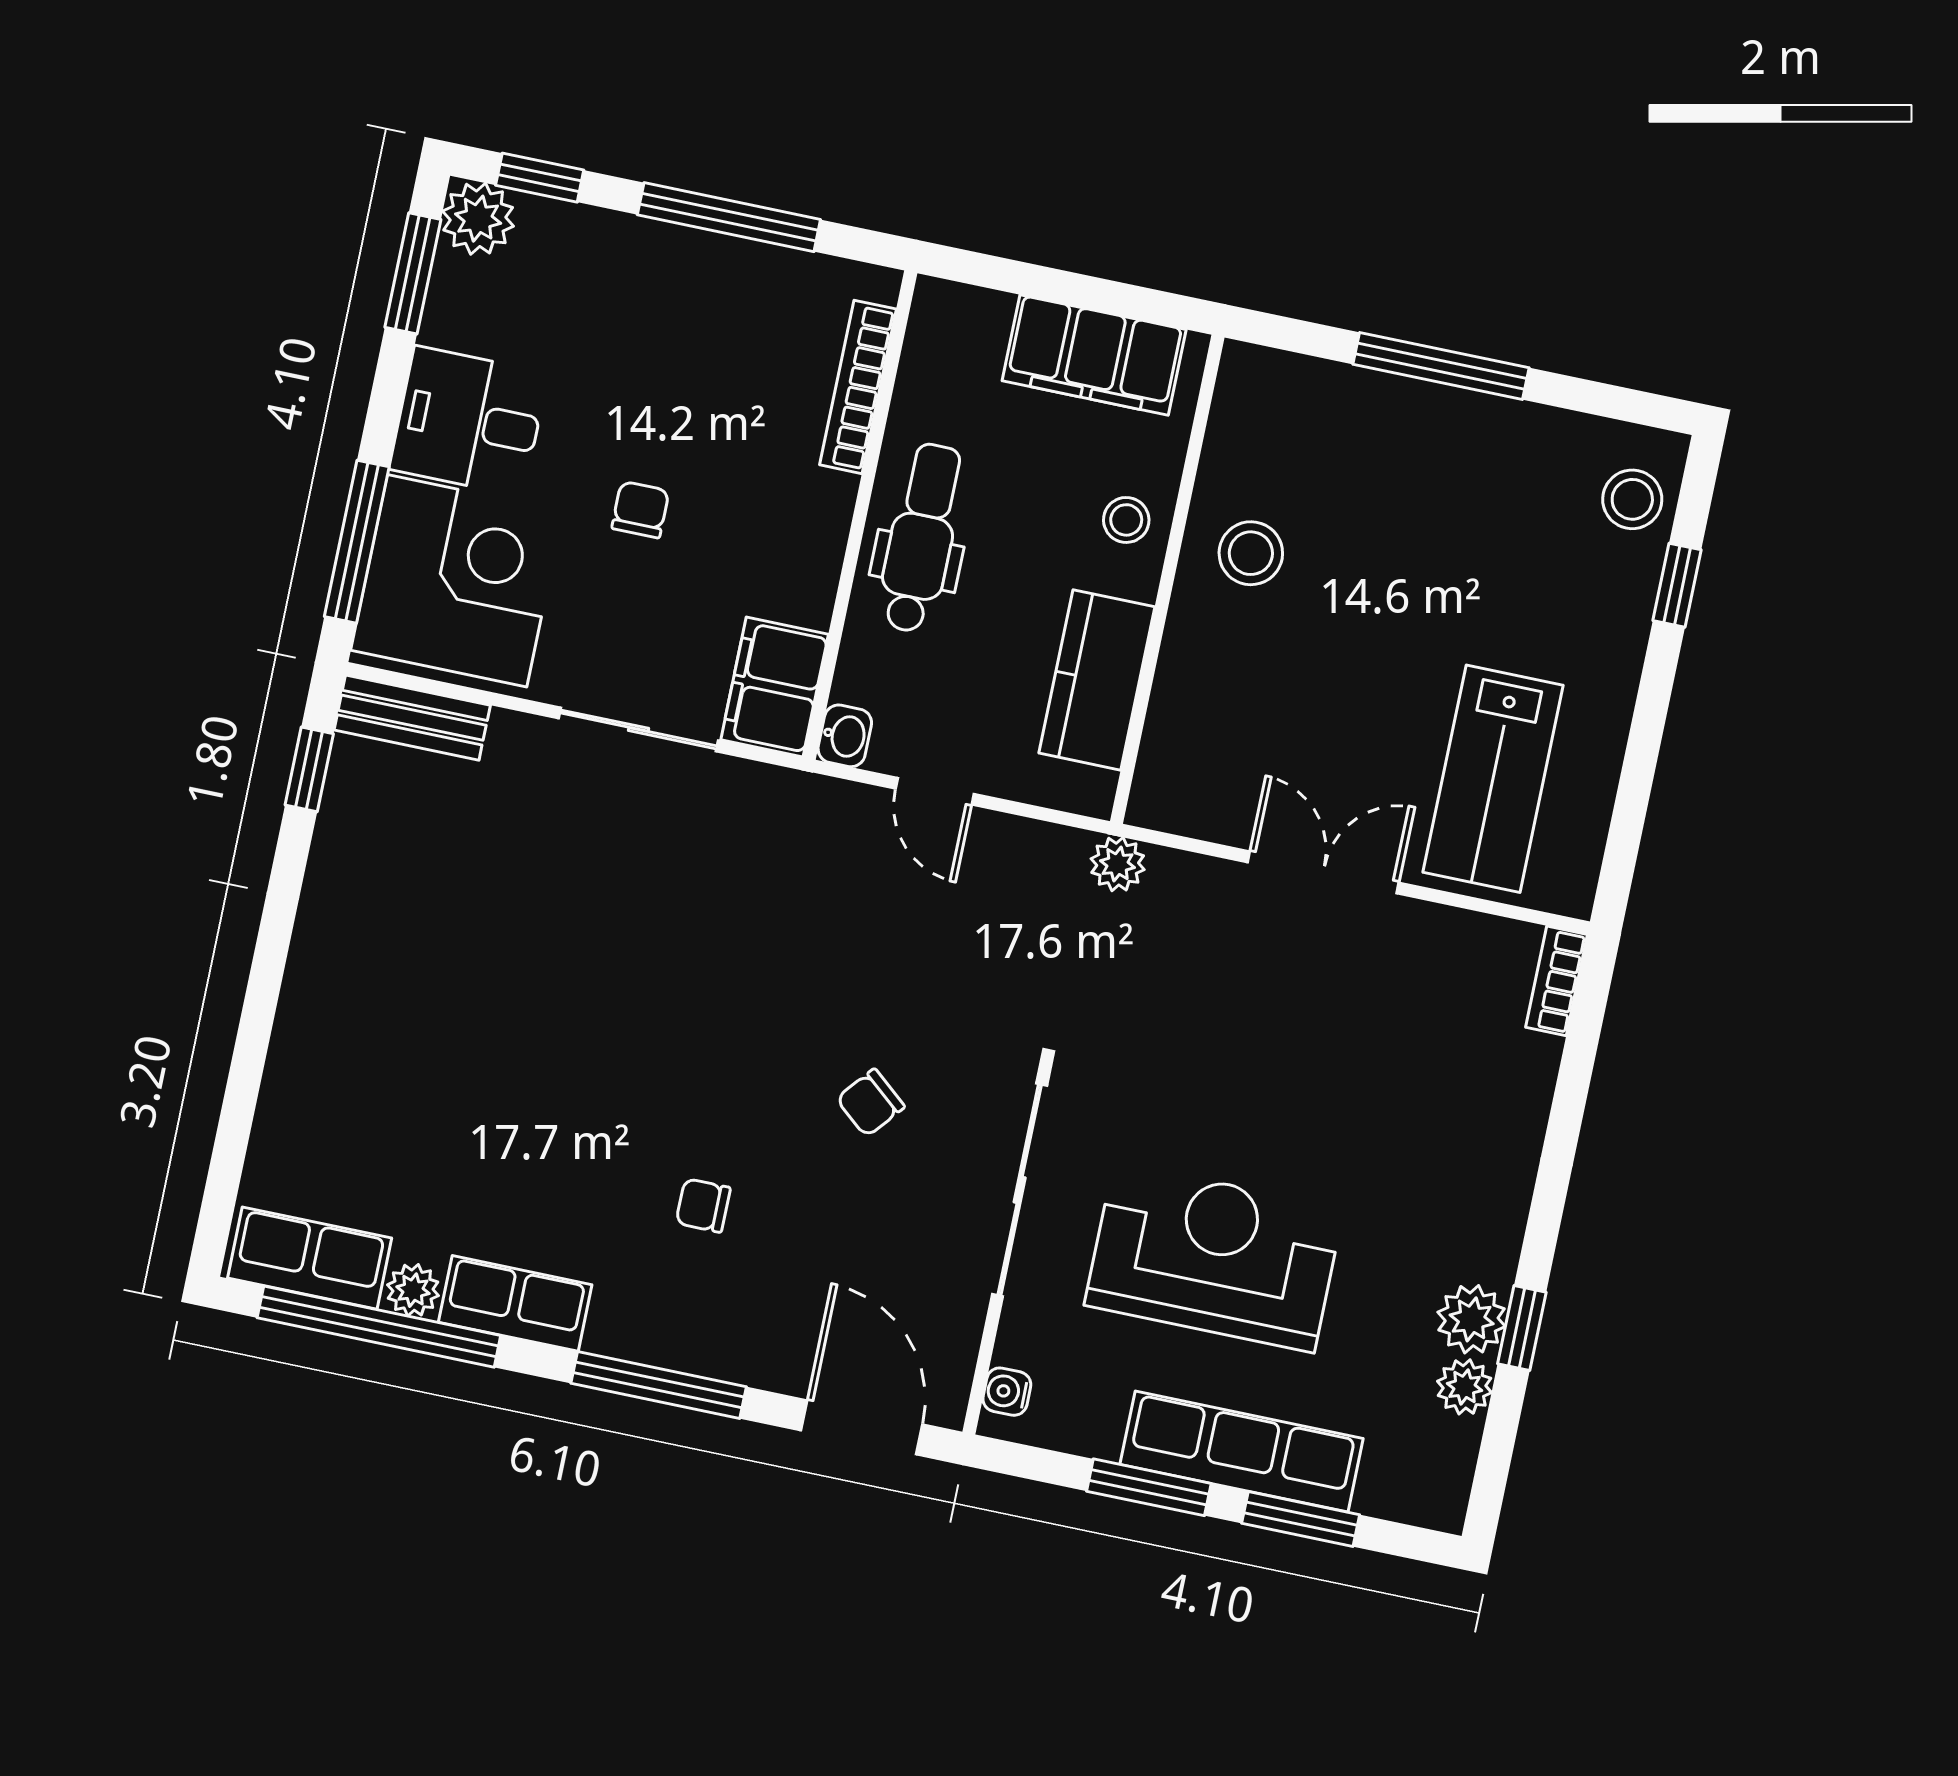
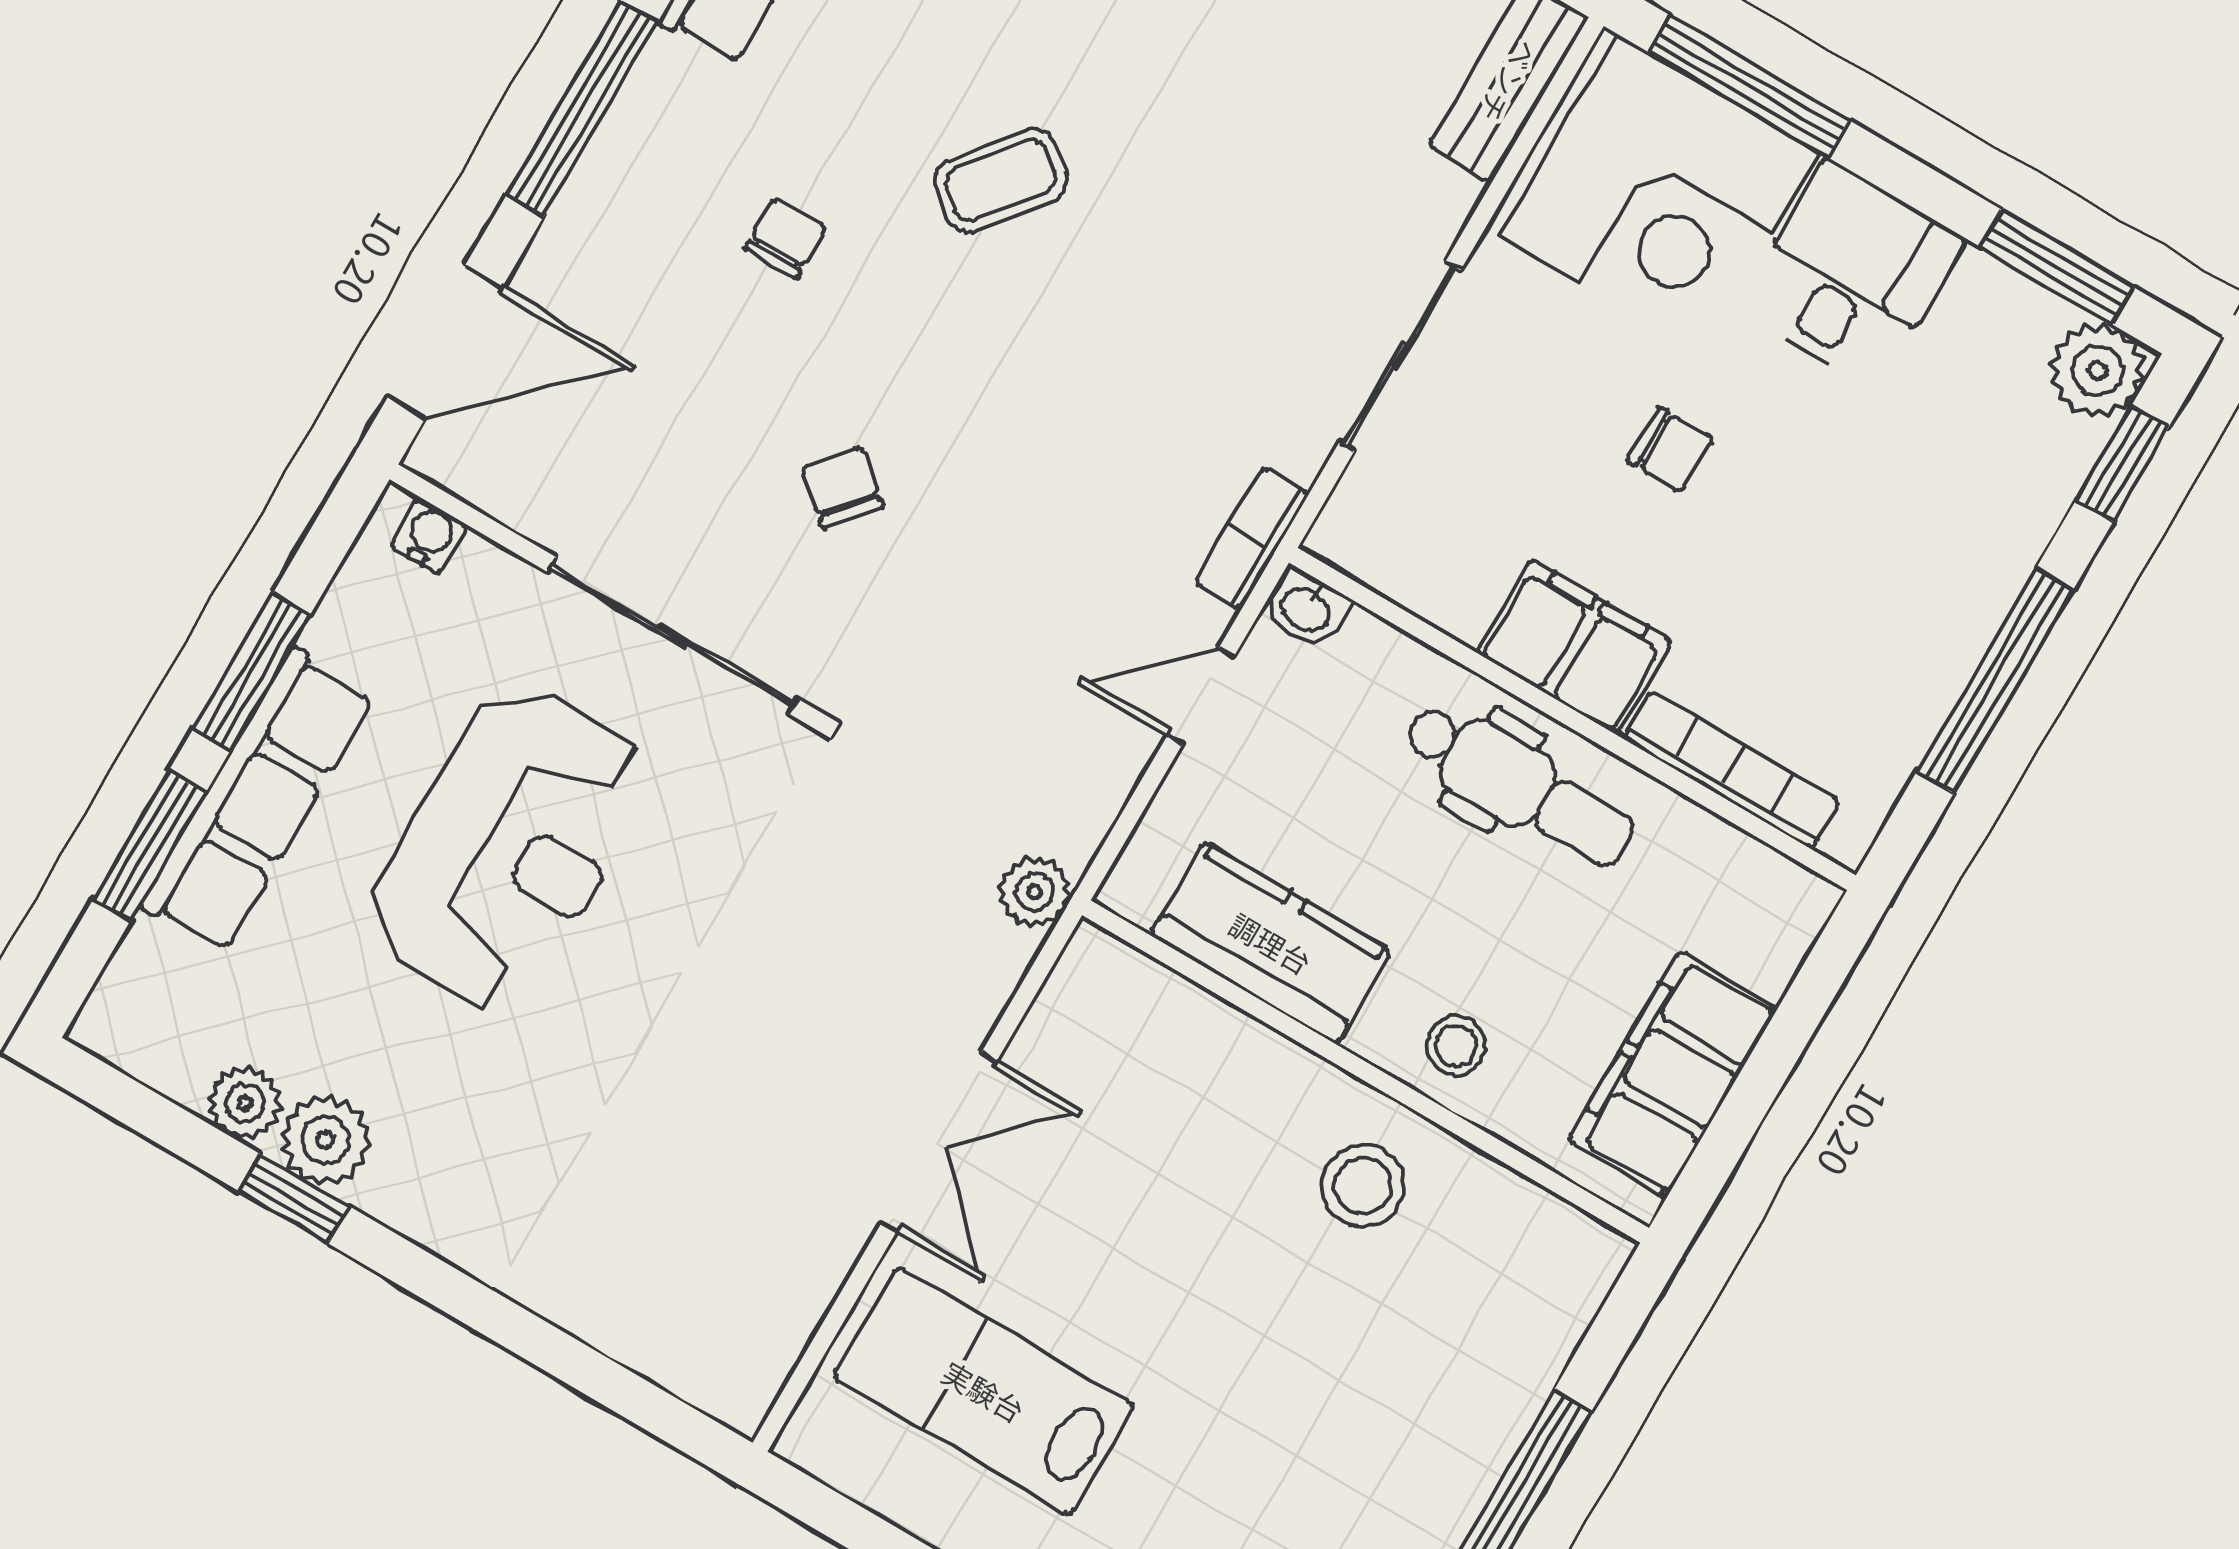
filing cabinet: (775, 687) -> (1574, 646), moved
bookcase: (1556, 981) -> (1252, 538), moved, turned -90
coffee table: (608, 1063) -> (1001, 180), added

